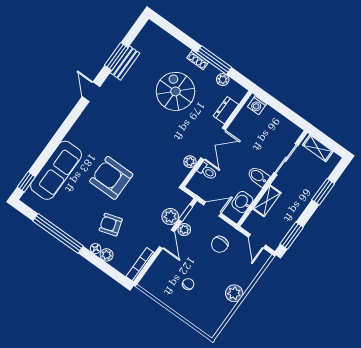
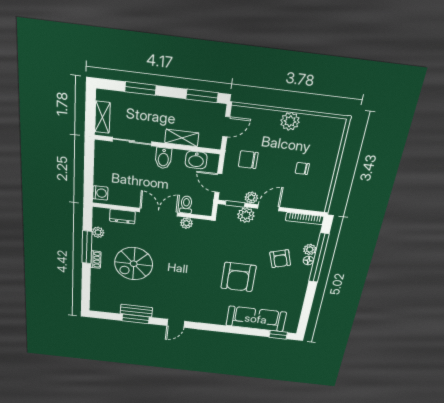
window: (58, 233) -> (319, 258), moved
chair: (220, 244) -> (248, 160), turned 180

